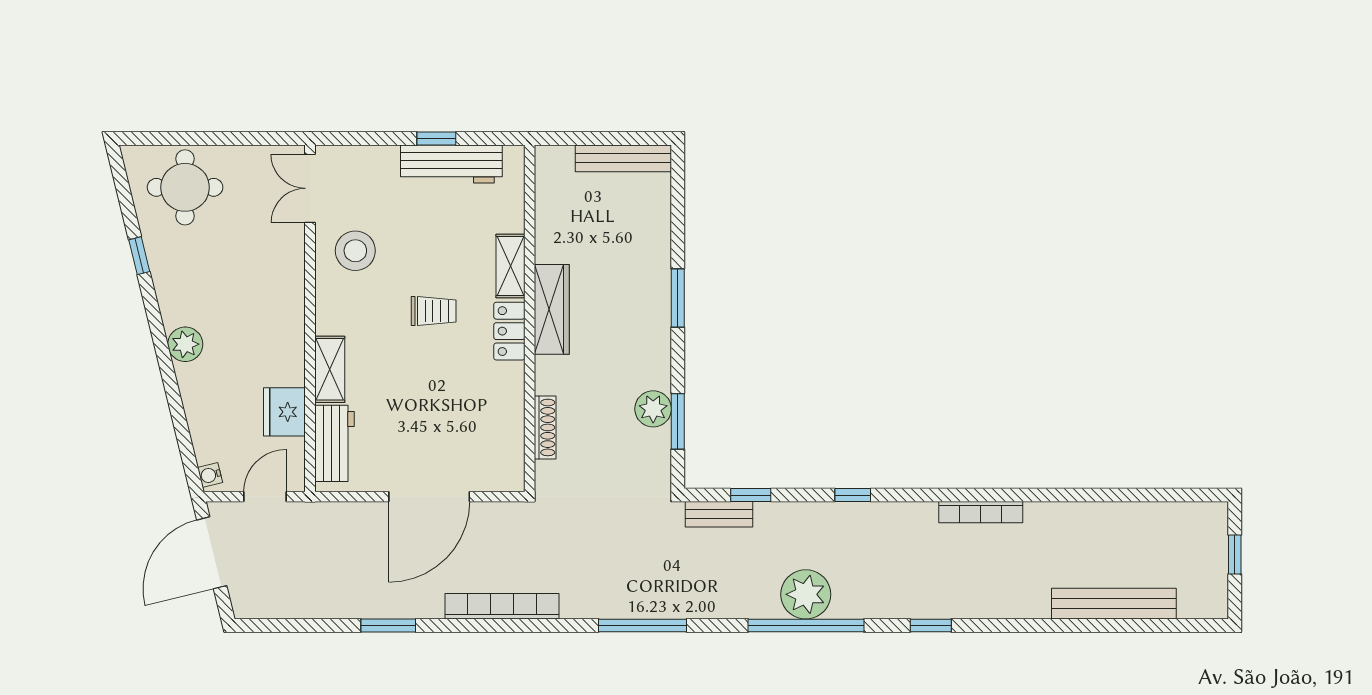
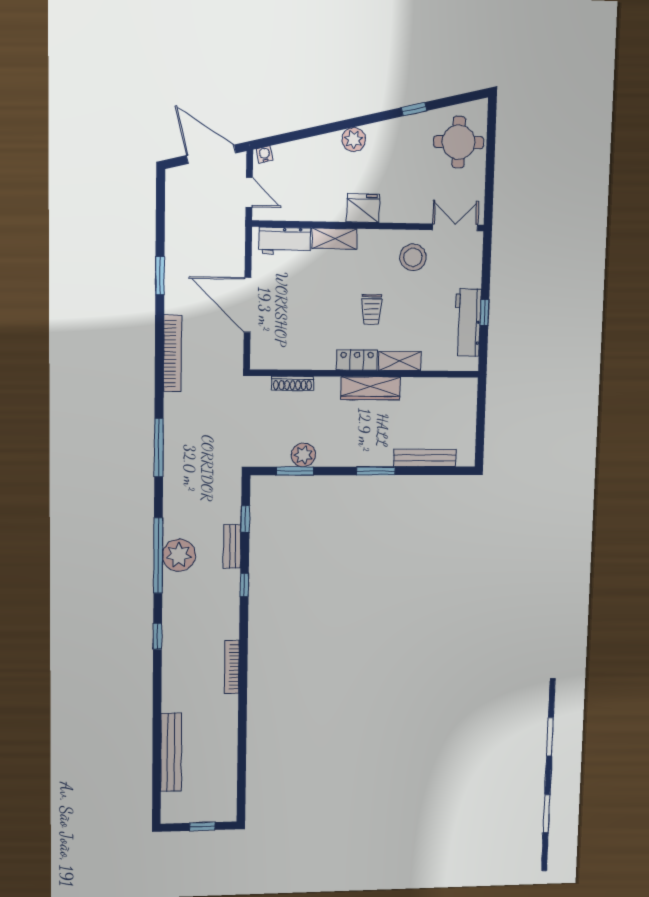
bench: (623, 158) -> (425, 458), moved, turned 90
fridge: (284, 412) -> (363, 208), moved
bench: (719, 514) -> (232, 546), moved

